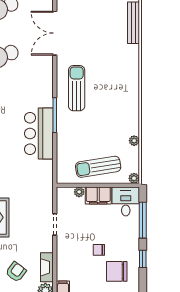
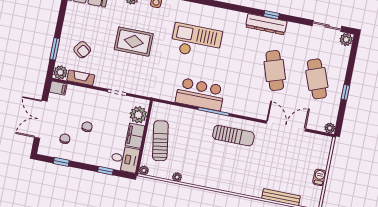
plant: (79, 192) -> (138, 115), width x1.88, depth x1.88
window: (143, 220) -> (105, 171), width x0.46
window: (143, 259) -> (61, 162), moved
chair: (117, 271) -> (65, 139), width x0.54, depth x0.54

